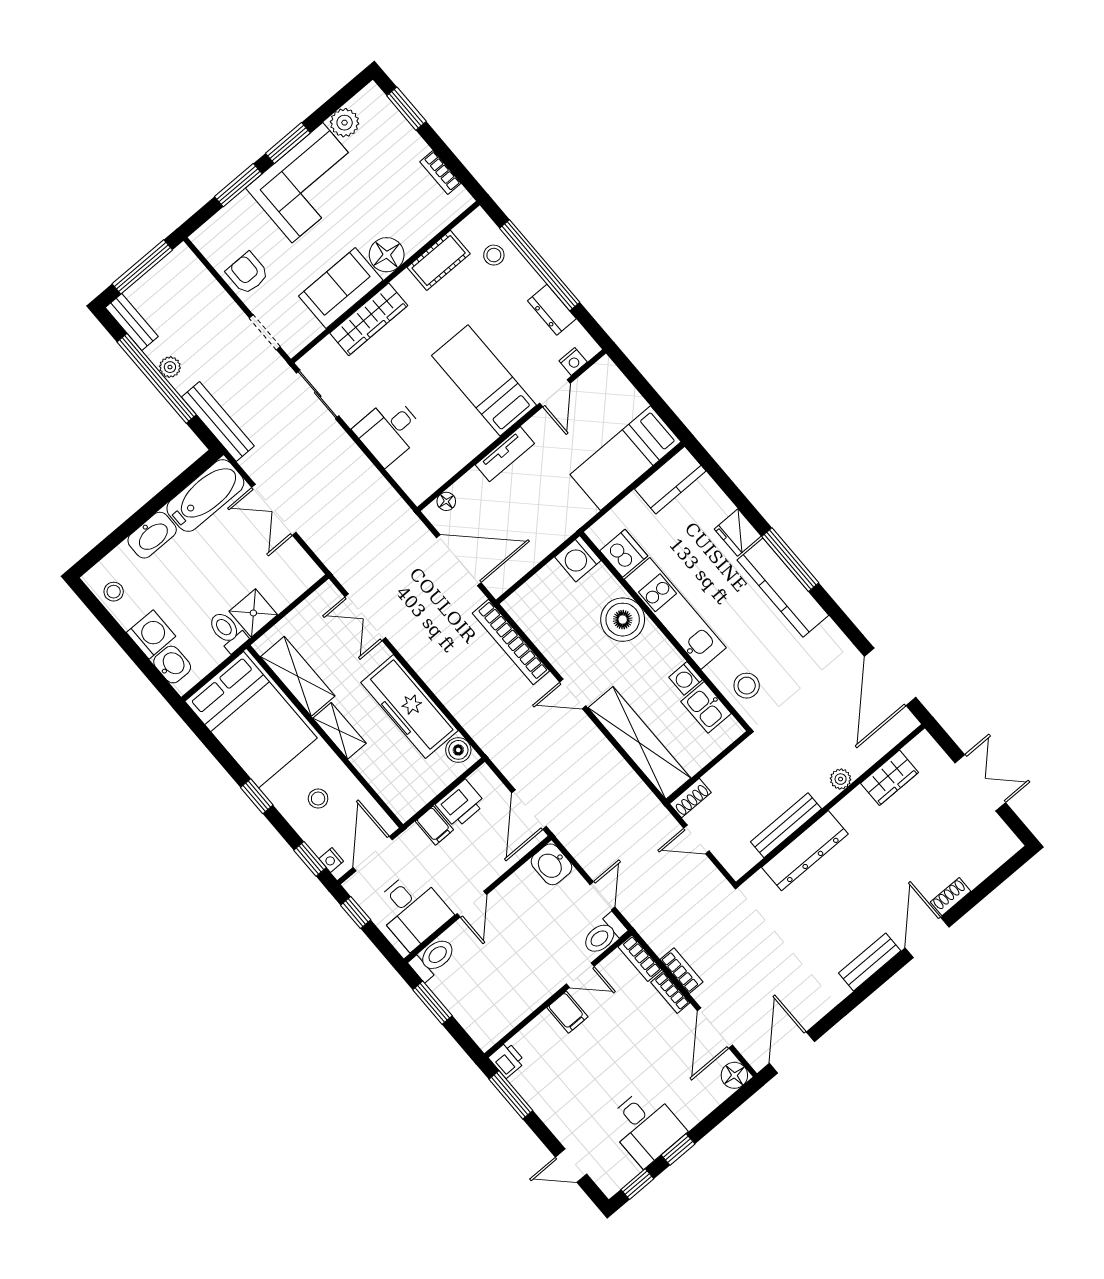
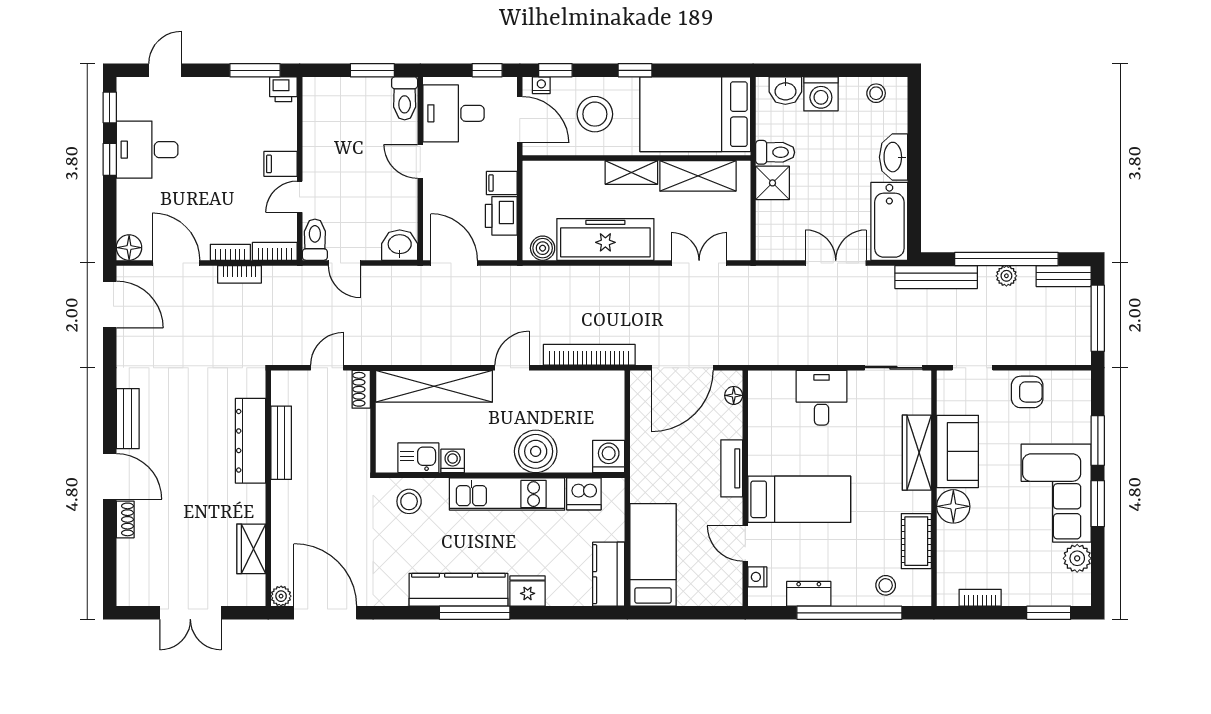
plant: (841, 779) -> (281, 596), moved
stool: (318, 799) -> (595, 114), width x1.89, depth x1.89

